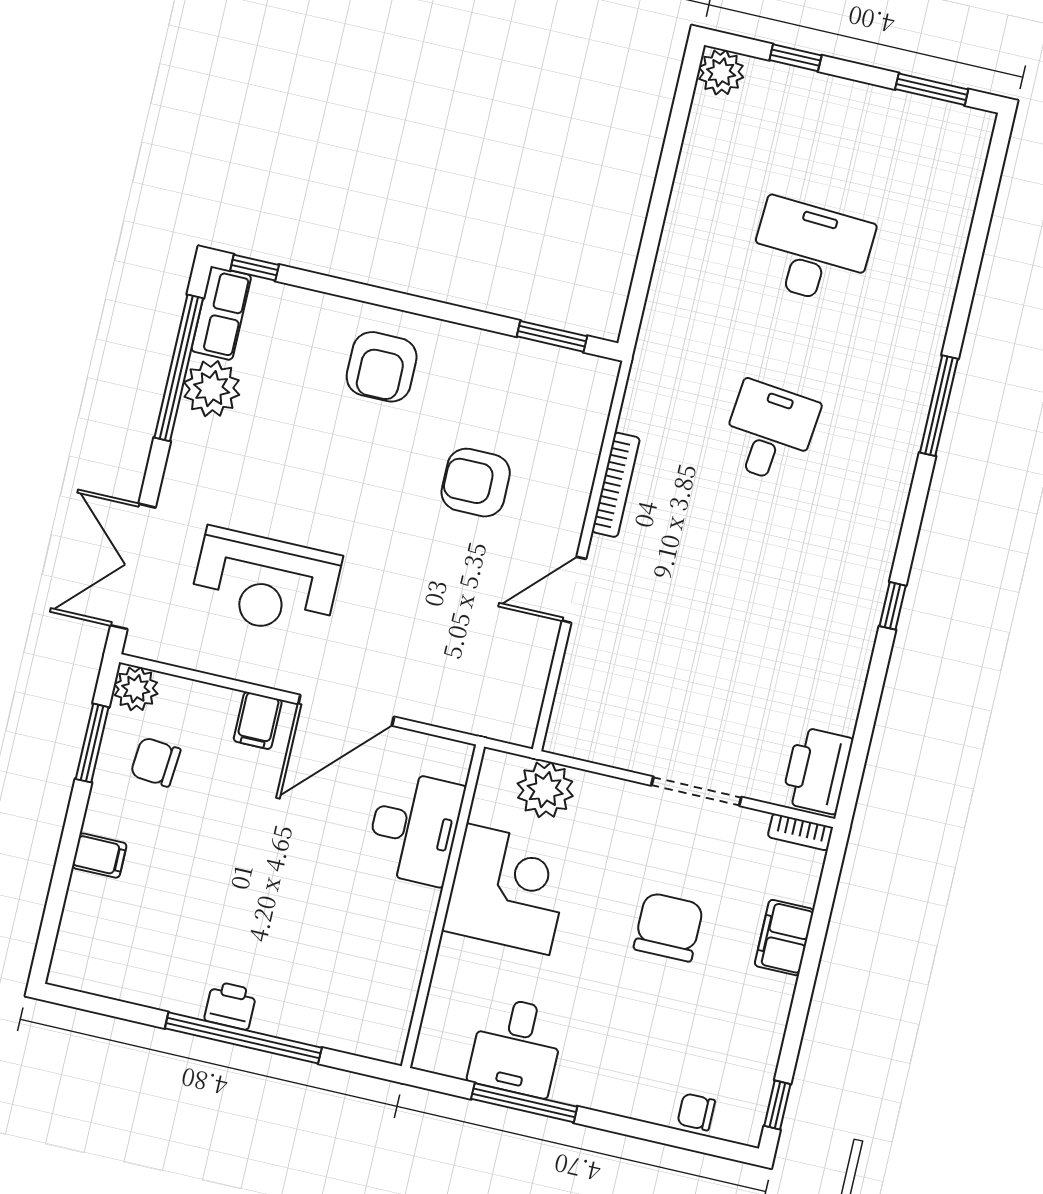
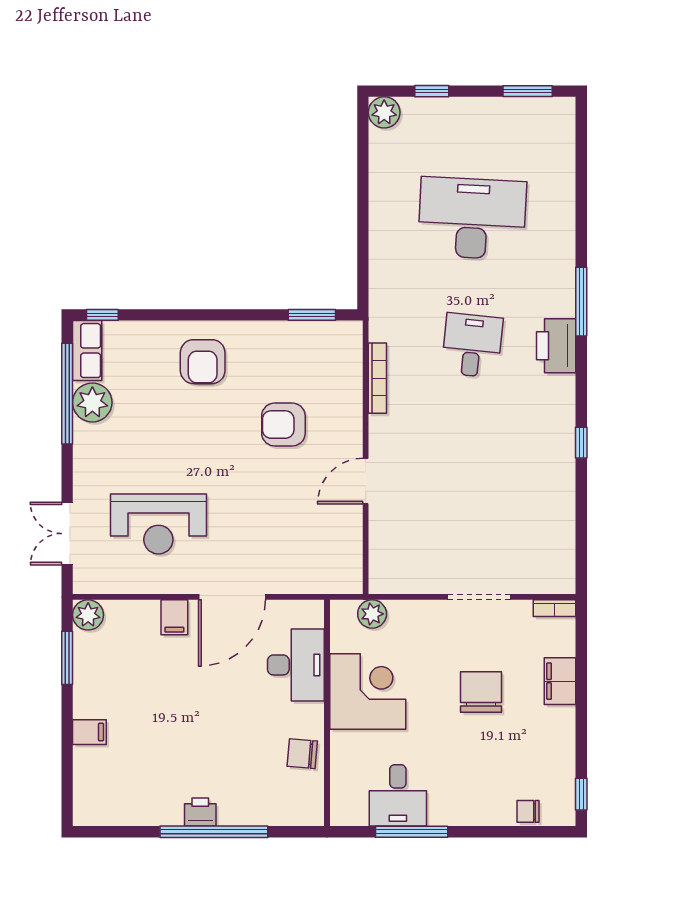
desk: (811, 252) -> (472, 218), width x1.36, depth x1.30
bookcase: (616, 485) -> (377, 378), moved
double door: (133, 566) -> (67, 534), width x0.73
chair: (156, 762) -> (302, 754), moved
printer: (817, 770) -> (556, 346), moved
plant: (545, 790) -> (372, 614), width x0.73, depth x0.73

